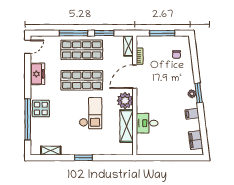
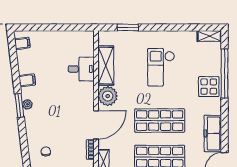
freezer: (37, 74) -> (213, 133), width x1.40
checkout: (91, 113) -> (161, 67), moved
filing cabinet: (196, 140) -> (22, 43), width x0.50
shelving: (51, 151) -> (209, 36), moved
window: (83, 158) -> (128, 27), moved

